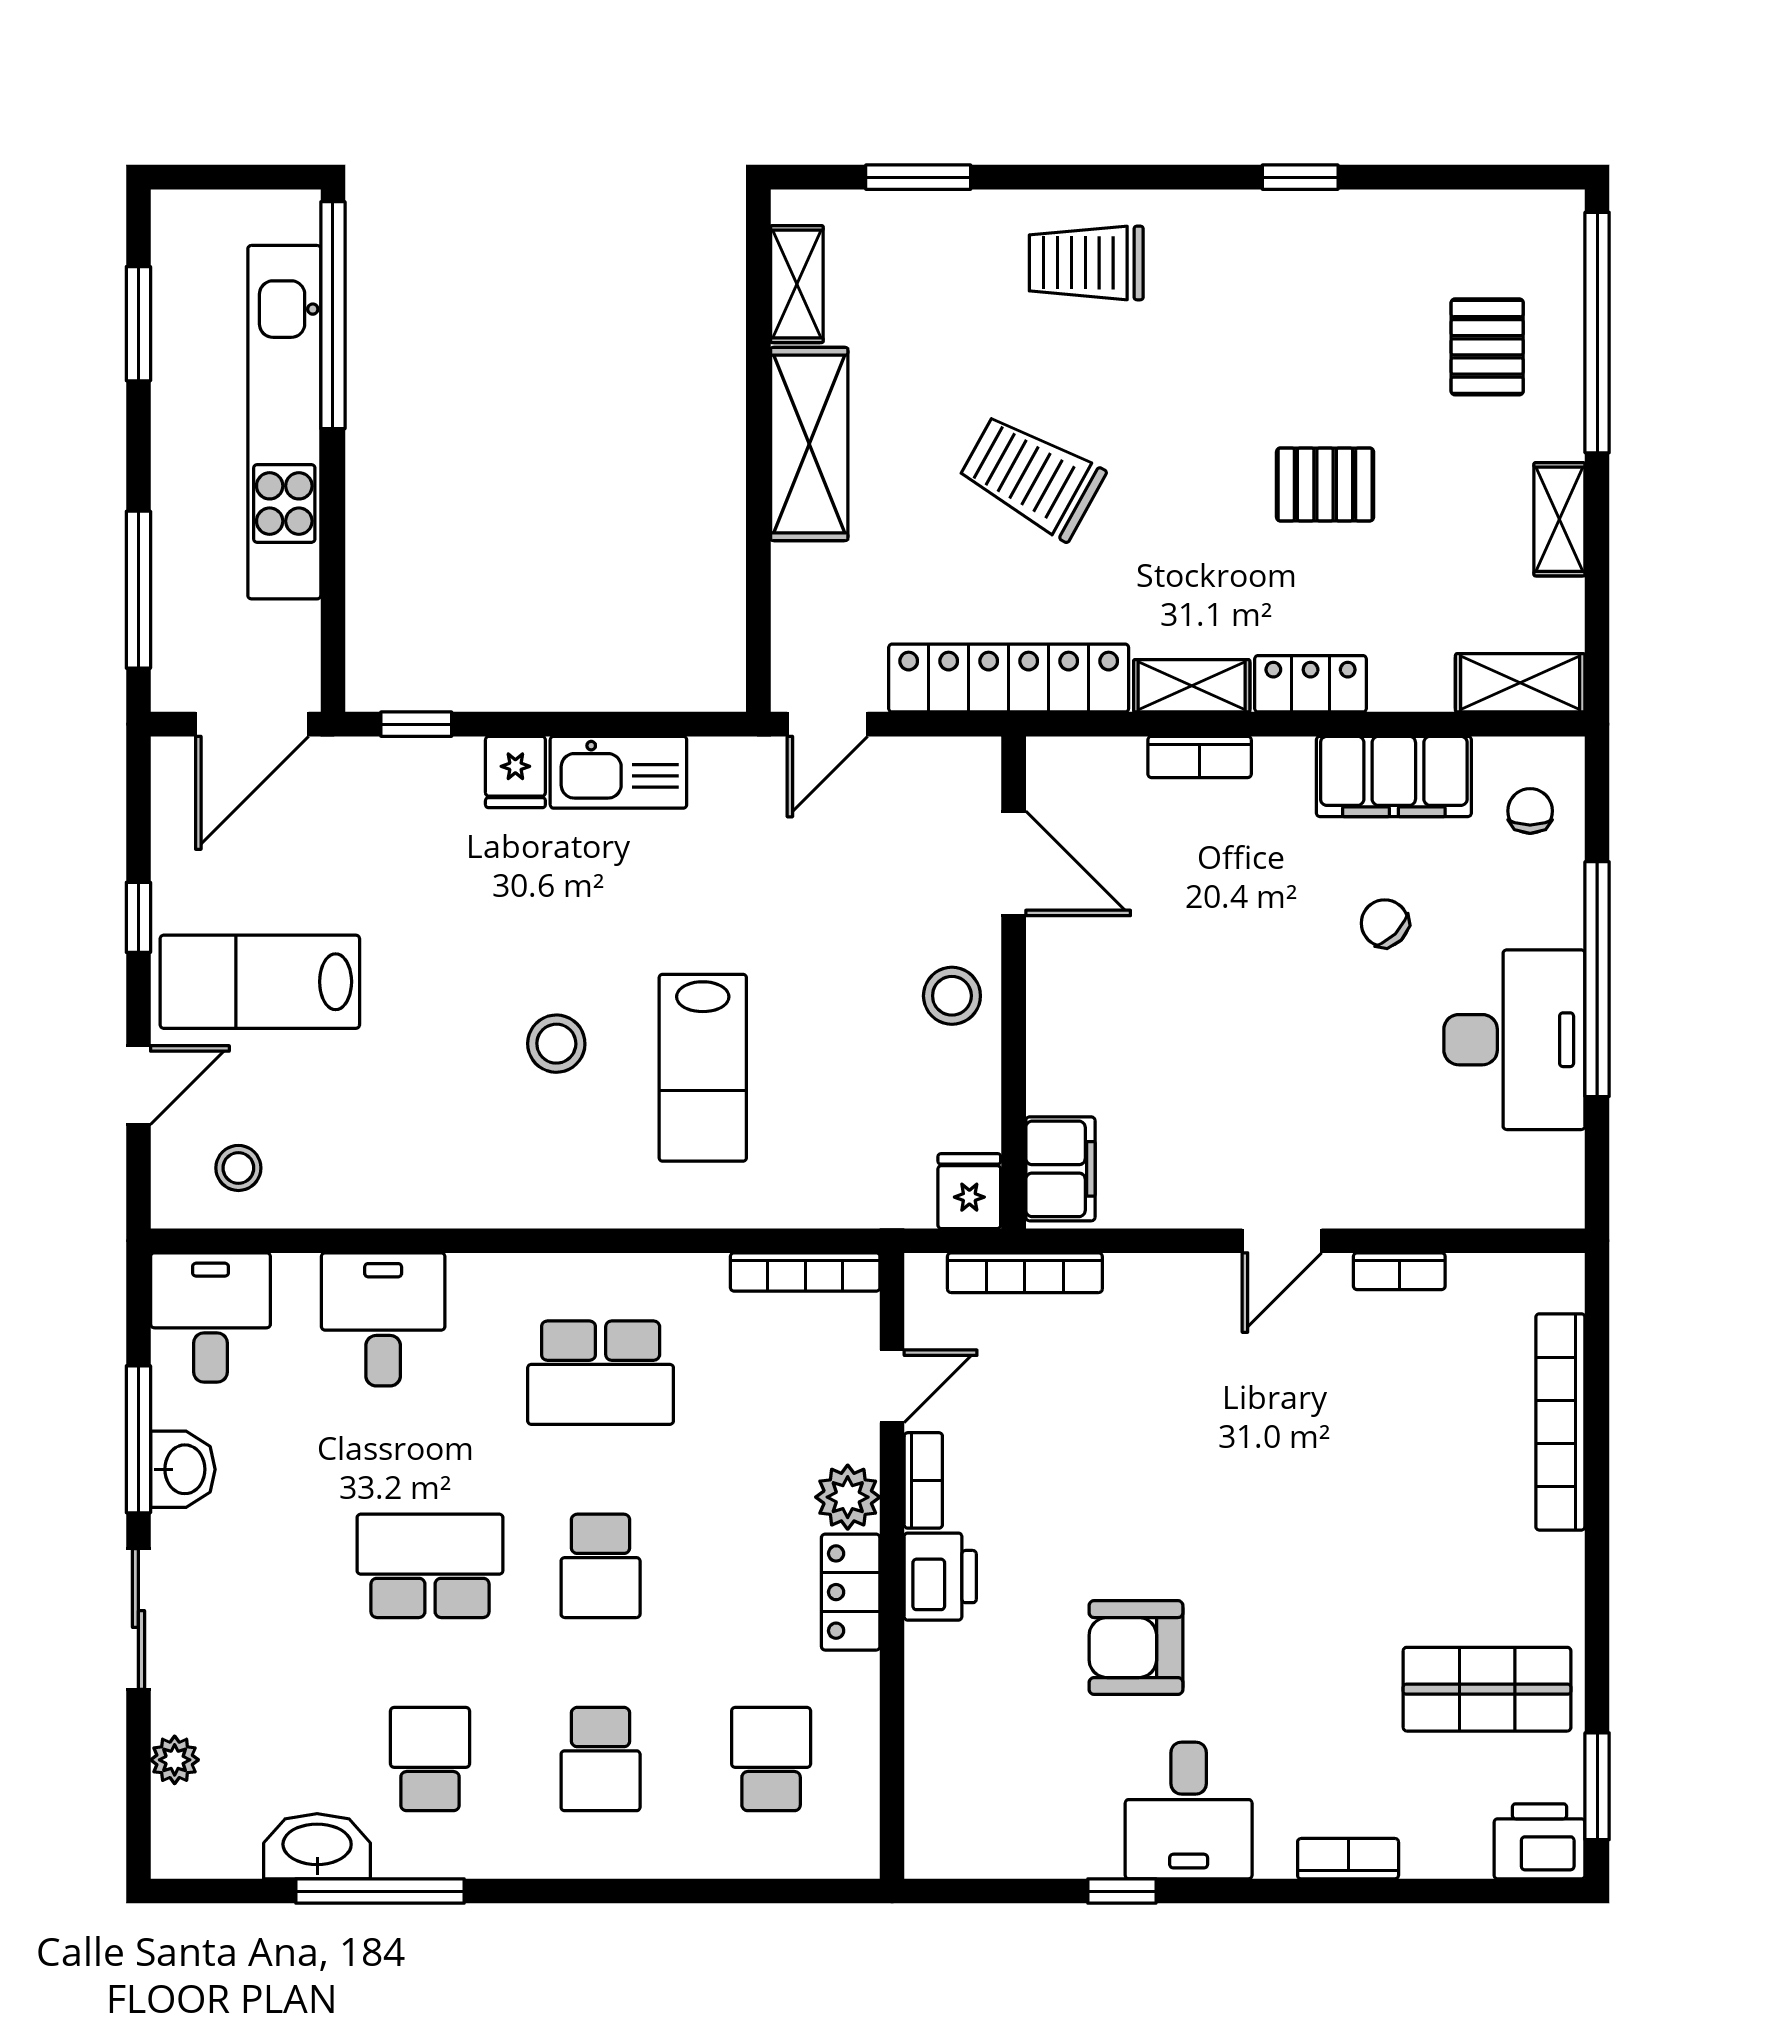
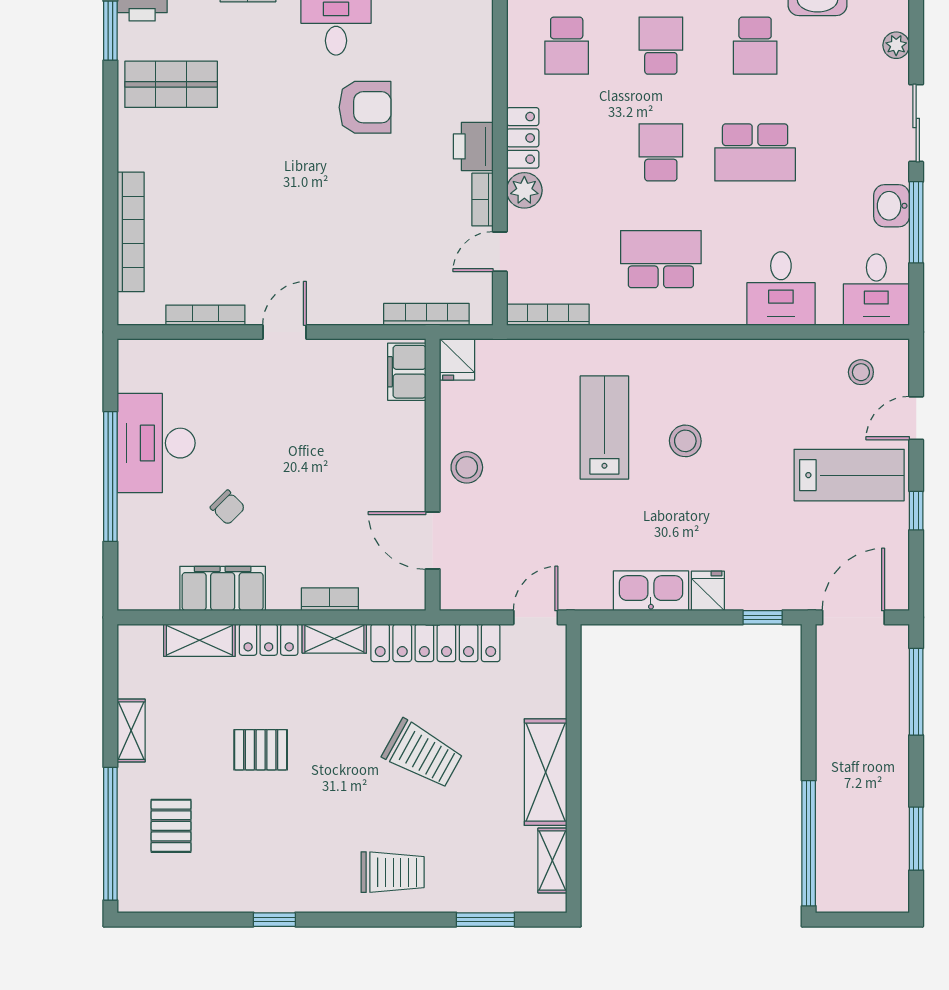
kitchen unit: (284, 422) -> (836, 784), removed
shelving: (1520, 683) -> (199, 640), moved
chair: (1530, 811) -> (147, 569), removed
bookcase: (1399, 1271) -> (205, 315), width x1.56

